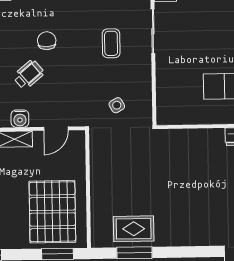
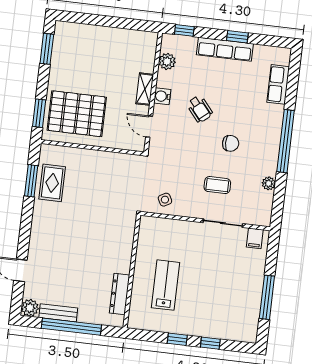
chair: (47, 41) -> (231, 143), moved
side table: (117, 105) -> (165, 200), moved

